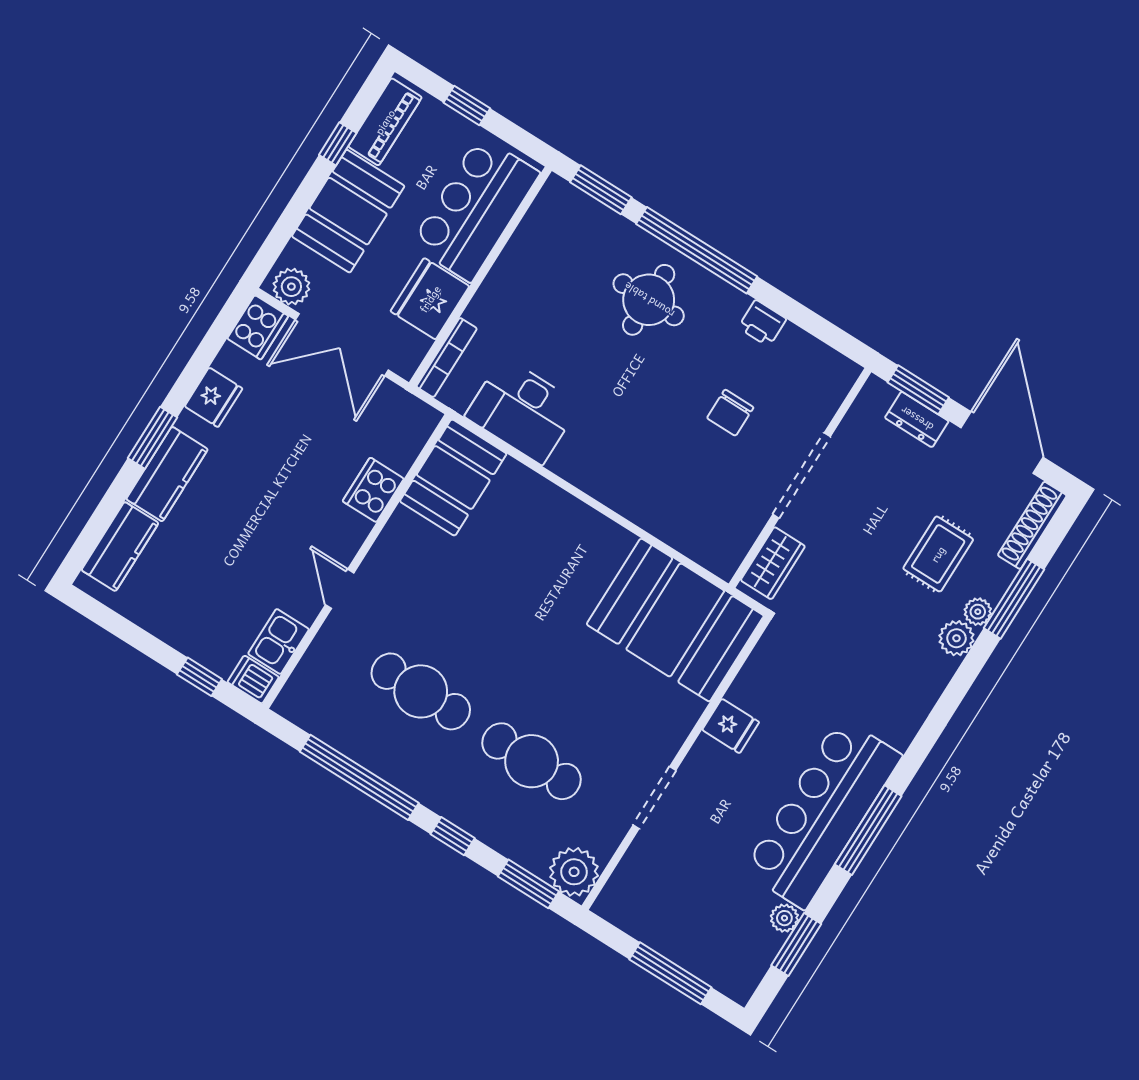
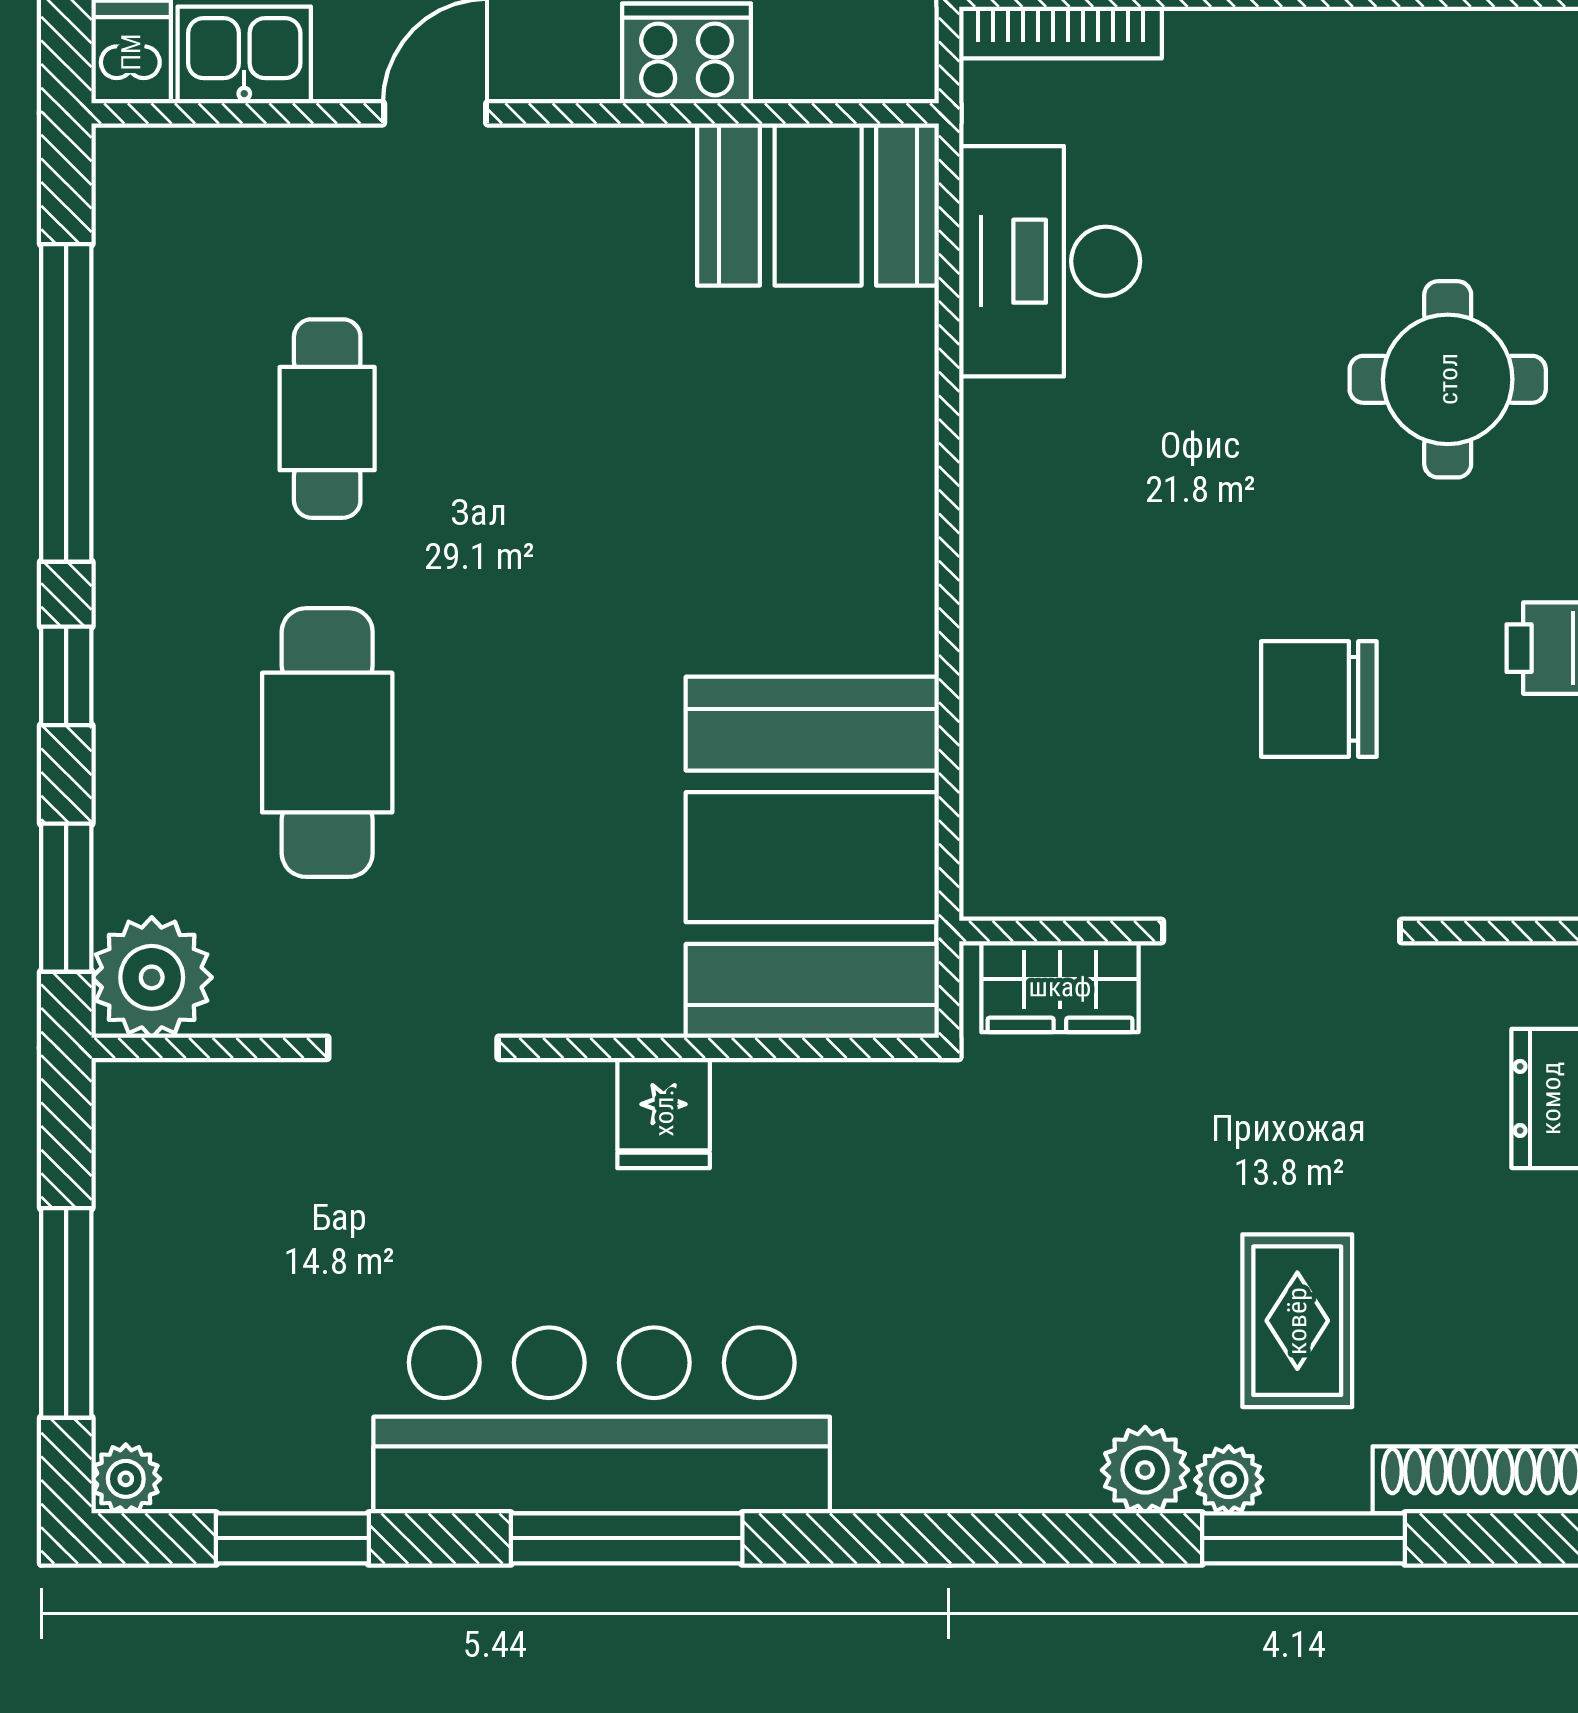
chair: (730, 413) -> (1319, 699), width x1.37, depth x1.37
rug: (938, 554) -> (1297, 1321), turned 90
cafe table: (421, 691) -> (327, 419), width x0.73, depth x0.74
plant: (784, 918) -> (126, 1479), moved

